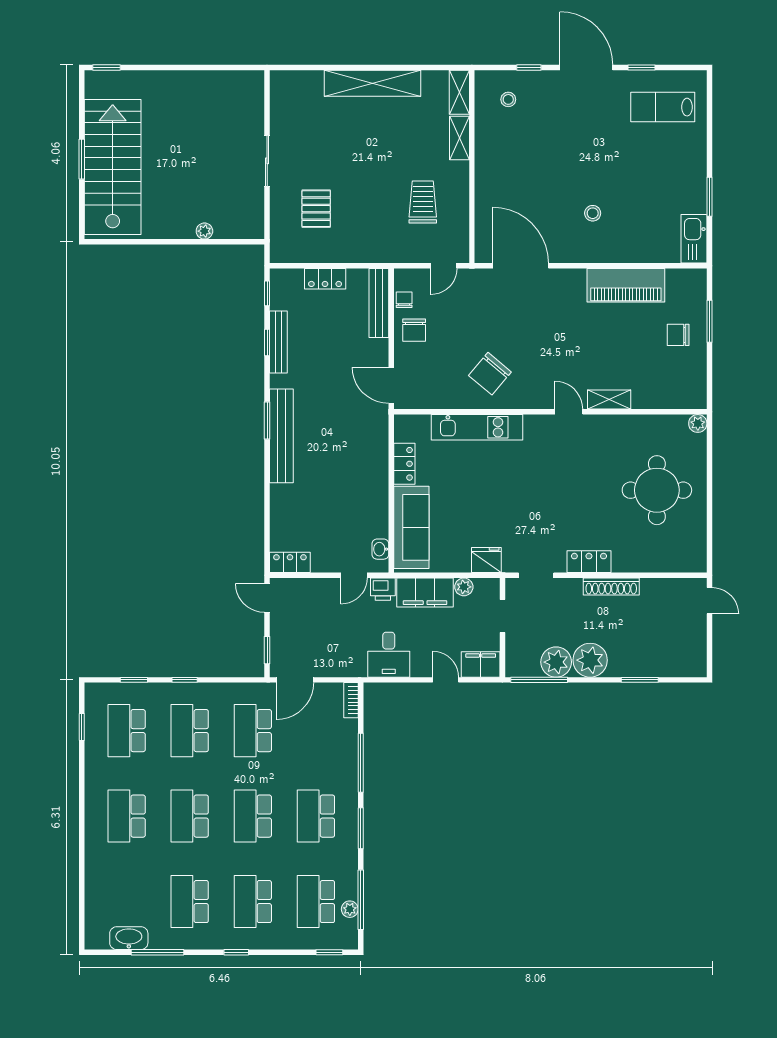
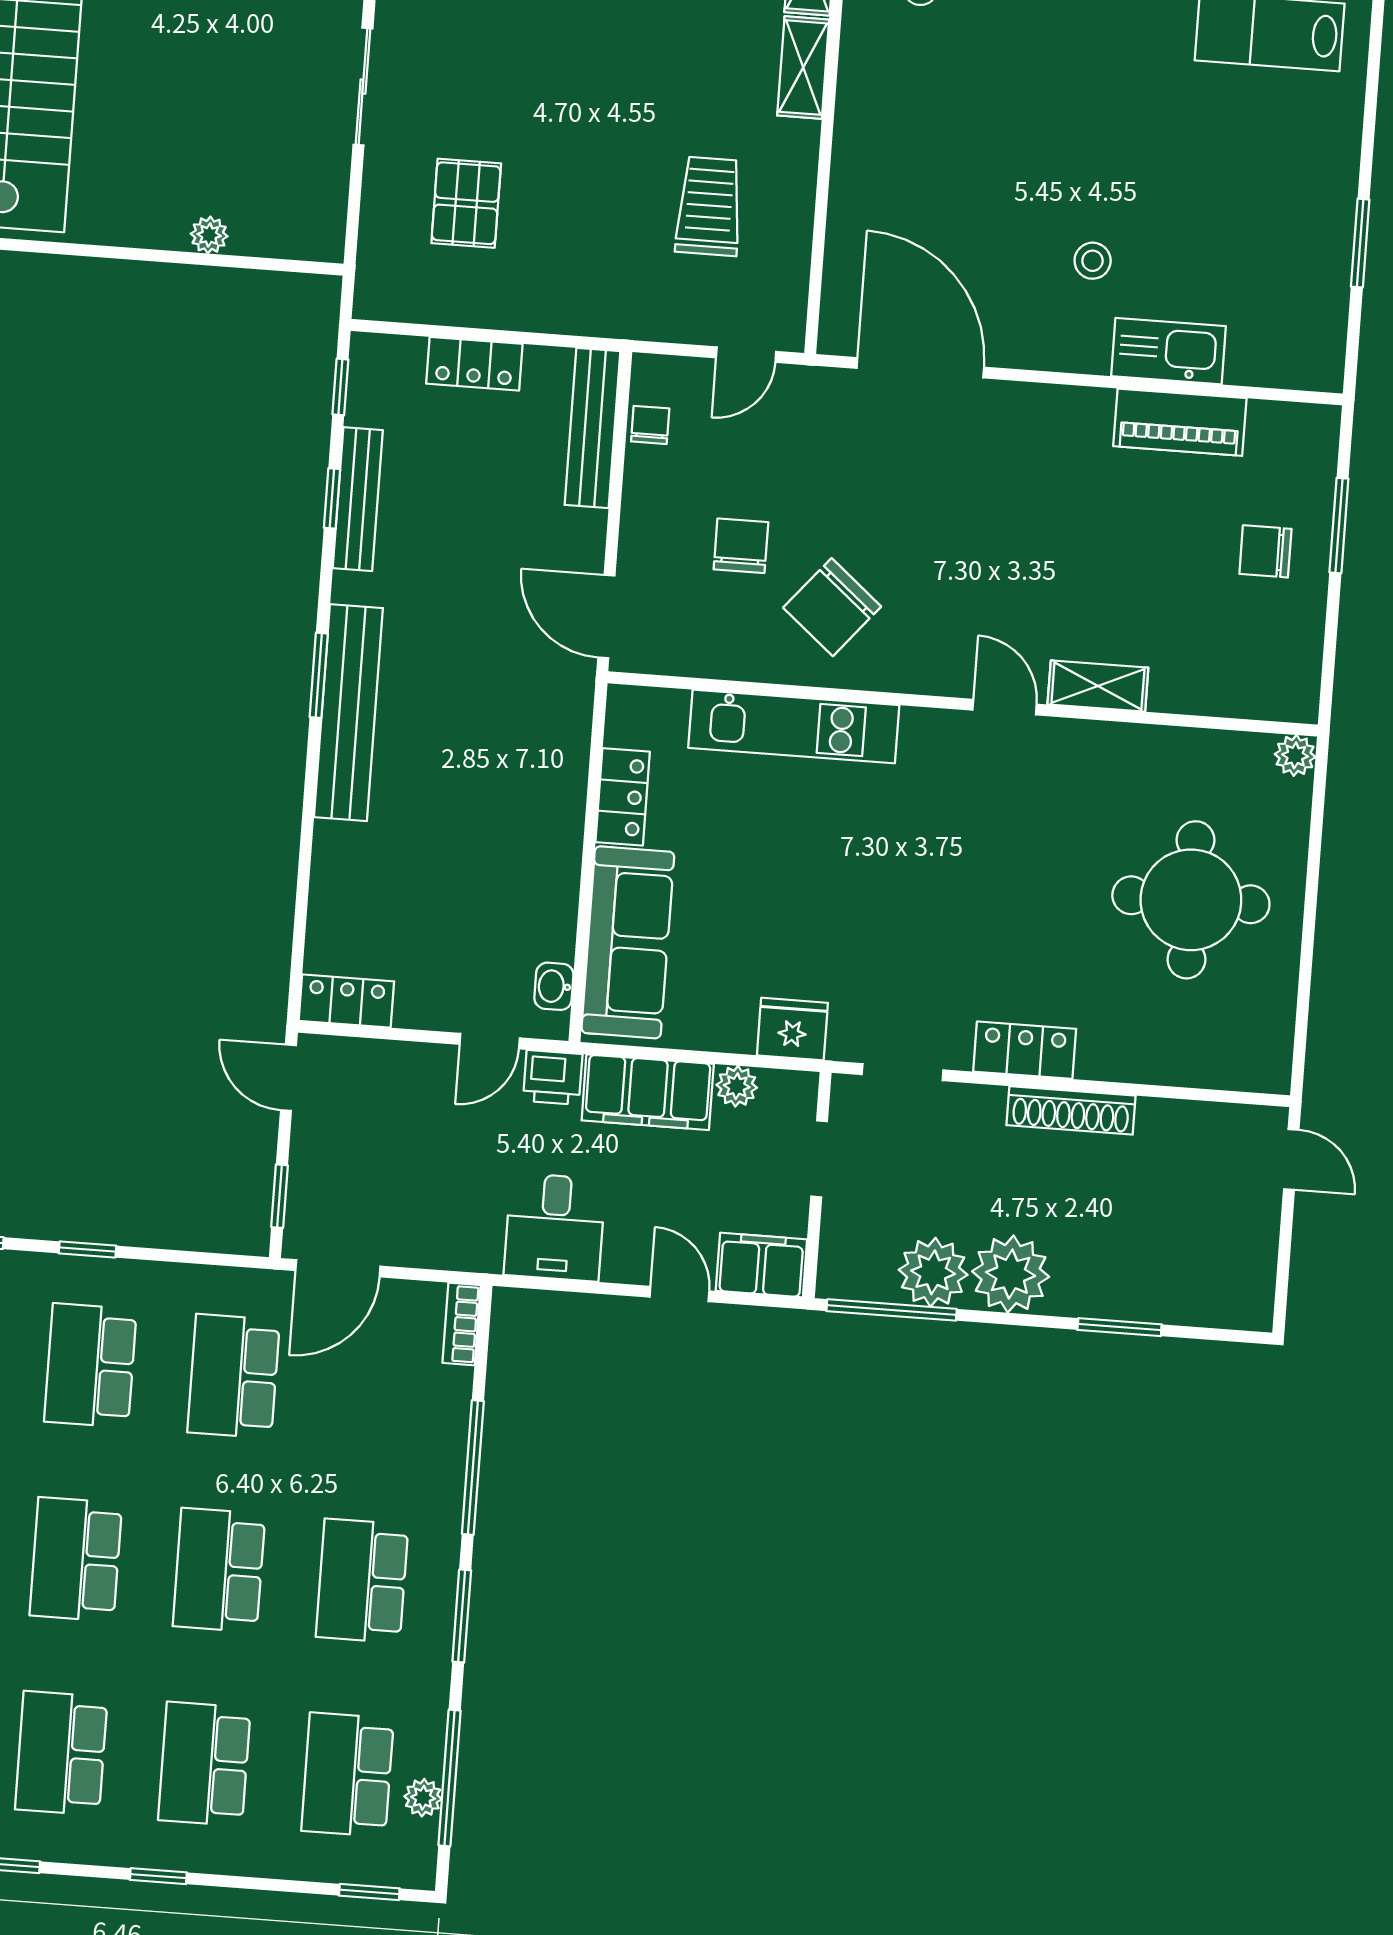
kitchen sink: (694, 239) -> (1168, 351), moved, turned 90
piano: (626, 285) -> (1180, 422), width x0.73, depth x0.75
chair: (414, 330) -> (741, 546), moved, turned 180

